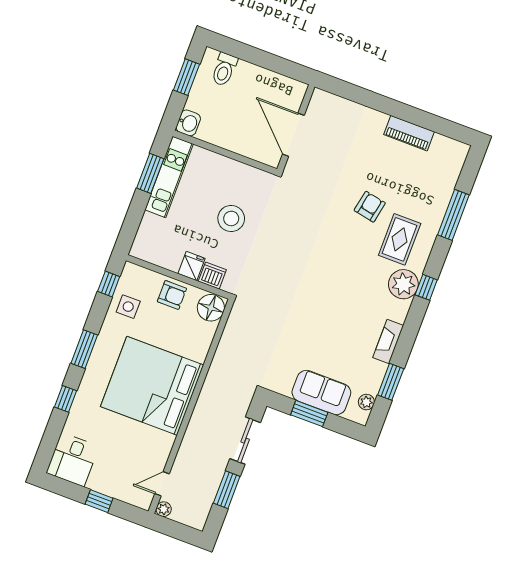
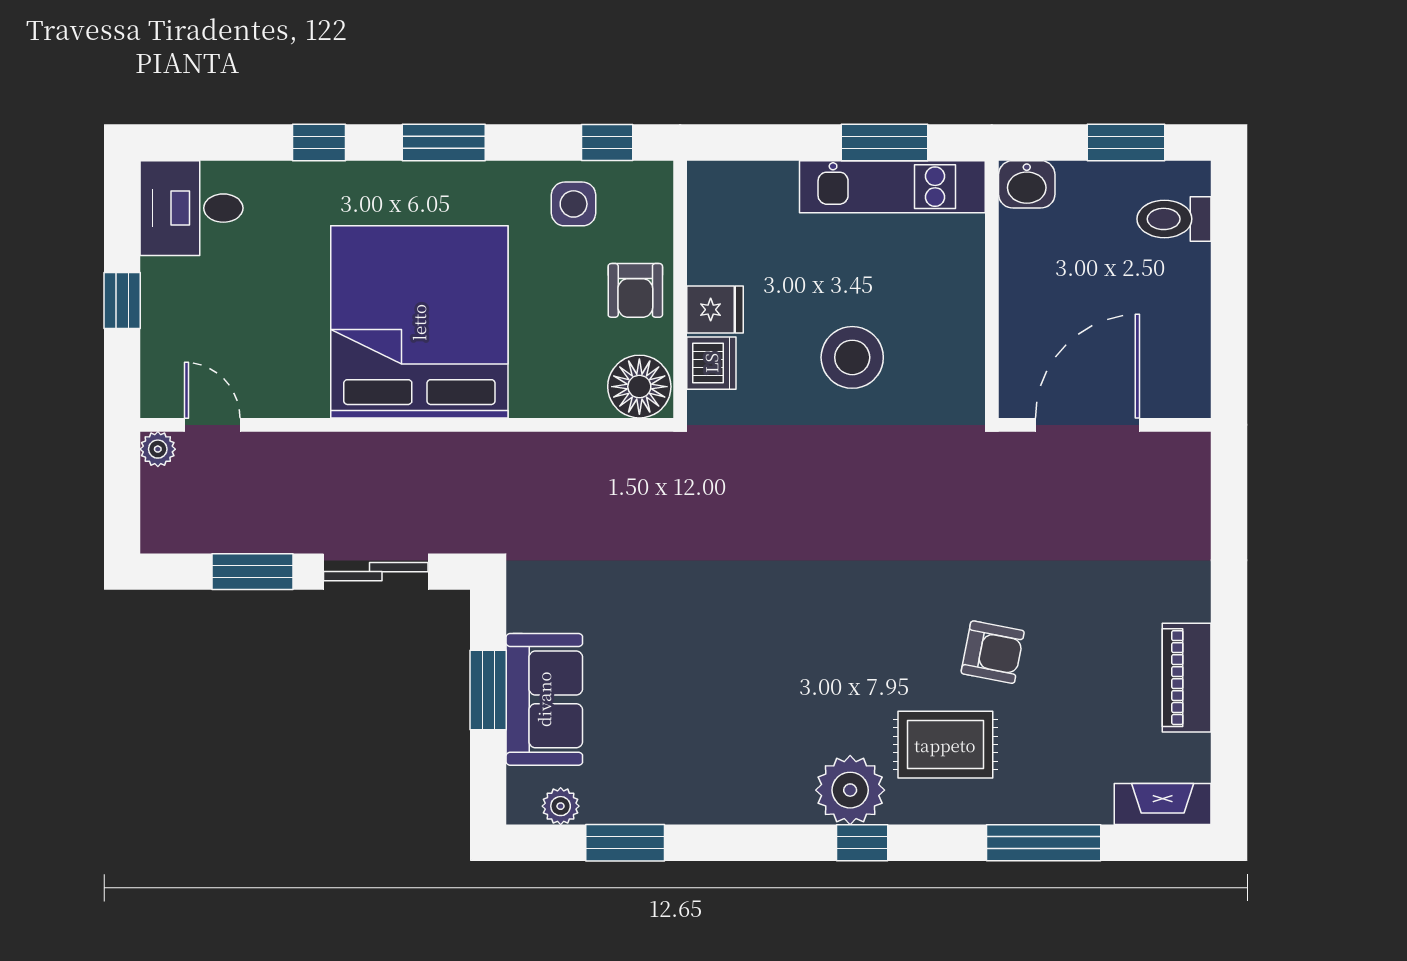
fireplace: (388, 341) -> (1163, 804), moved

